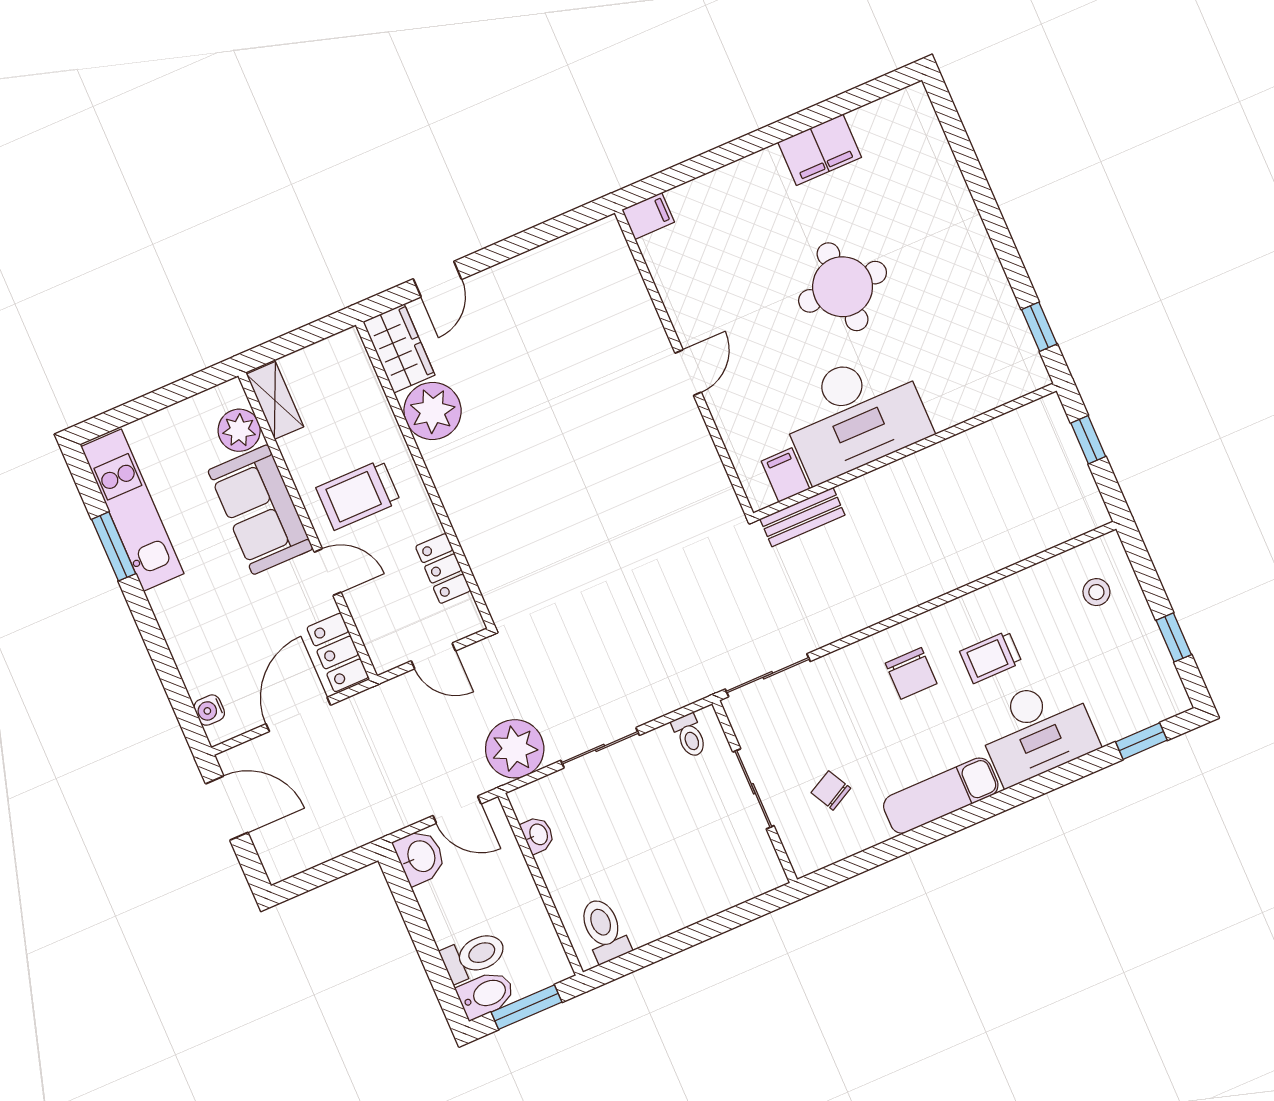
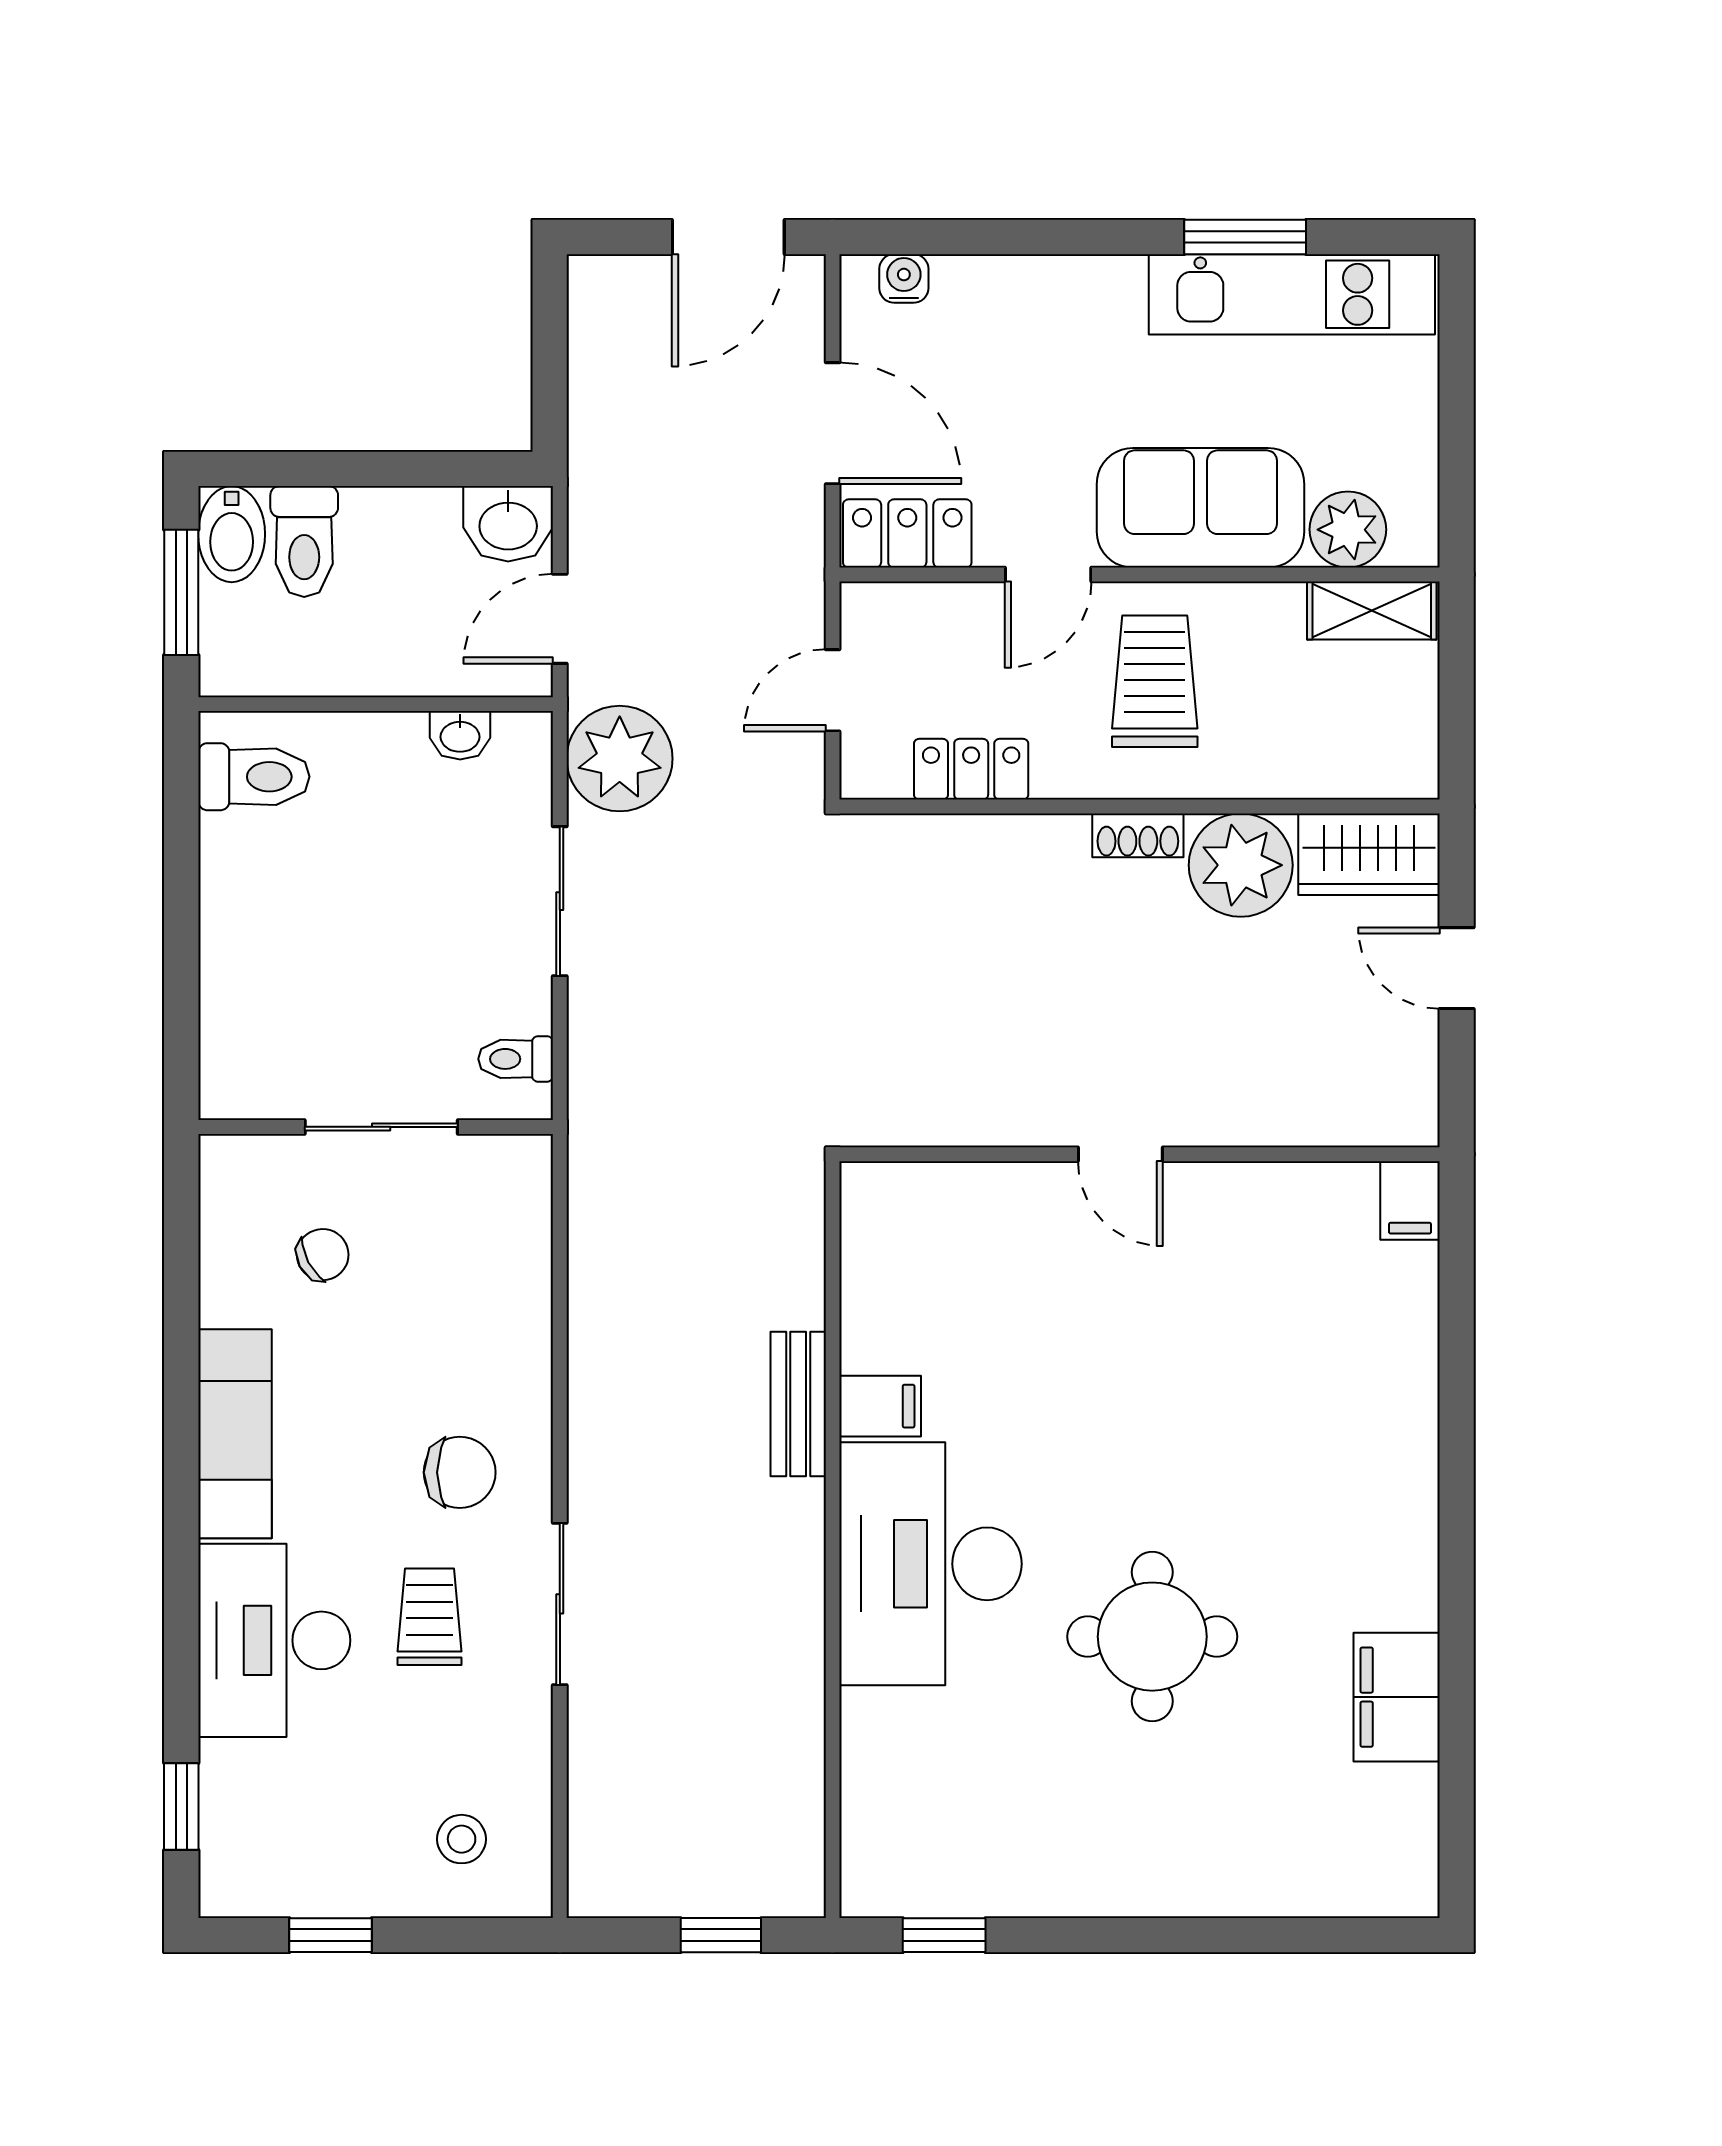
filing cabinet: (648, 216) -> (1410, 1201), moved
wall: (684, 363) -> (1140, 1154), moved
door: (688, 373) -> (1120, 1154), moved
shoe rack: (440, 470) -> (1138, 835), added
chair: (911, 673) -> (460, 1472), turned 180
sliding door: (768, 675) -> (560, 1604), moved

